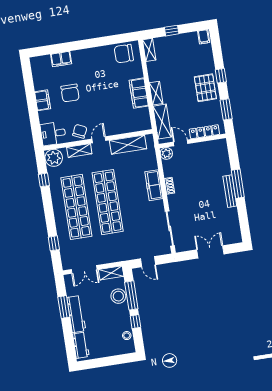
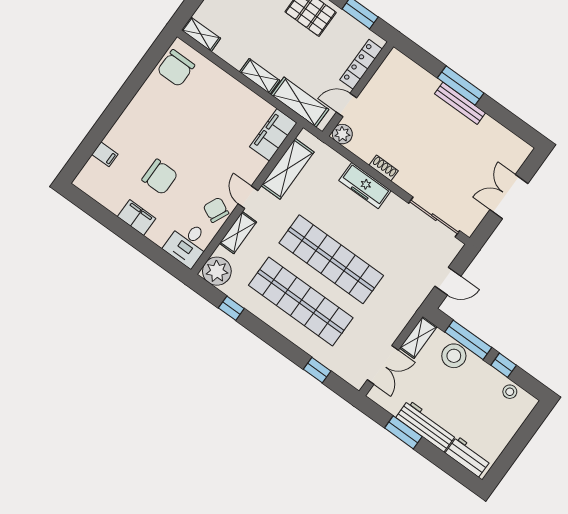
filing cabinet: (61, 59) -> (105, 154), width x0.50
filing cabinet: (139, 93) -> (273, 135), moved, turned 90

